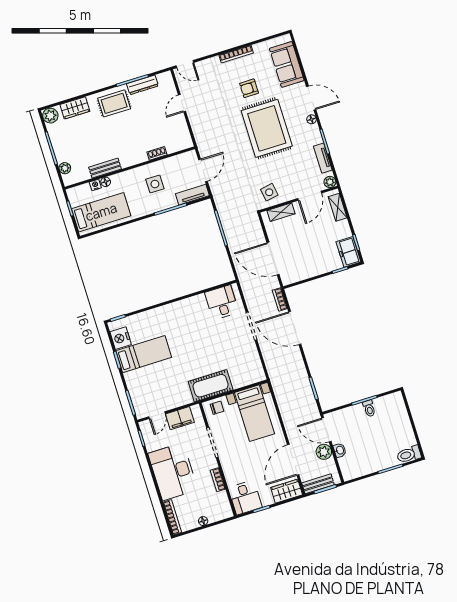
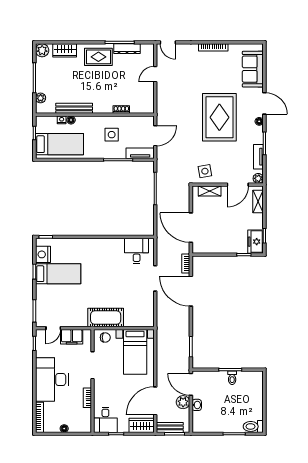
armchair: (249, 88) -> (215, 79), removed
bench: (105, 168) -> (74, 108), width x1.36

